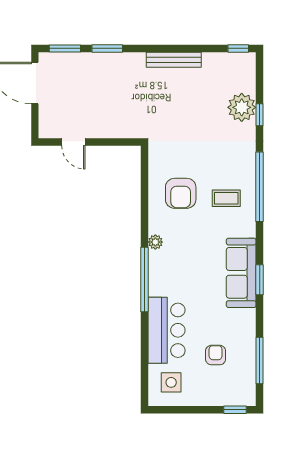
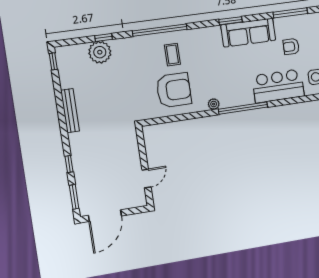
window: (107, 48) -> (69, 164), width x0.67
armchair: (181, 193) -> (174, 90), width x1.36, depth x1.36
sofa: (241, 273) -> (248, 33), moved

